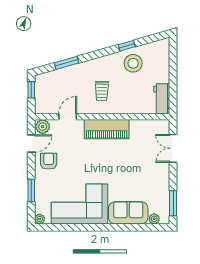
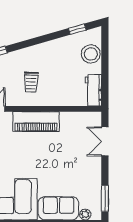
window: (127, 46) -> (77, 29), moved
stool: (133, 63) -> (91, 54), moved

